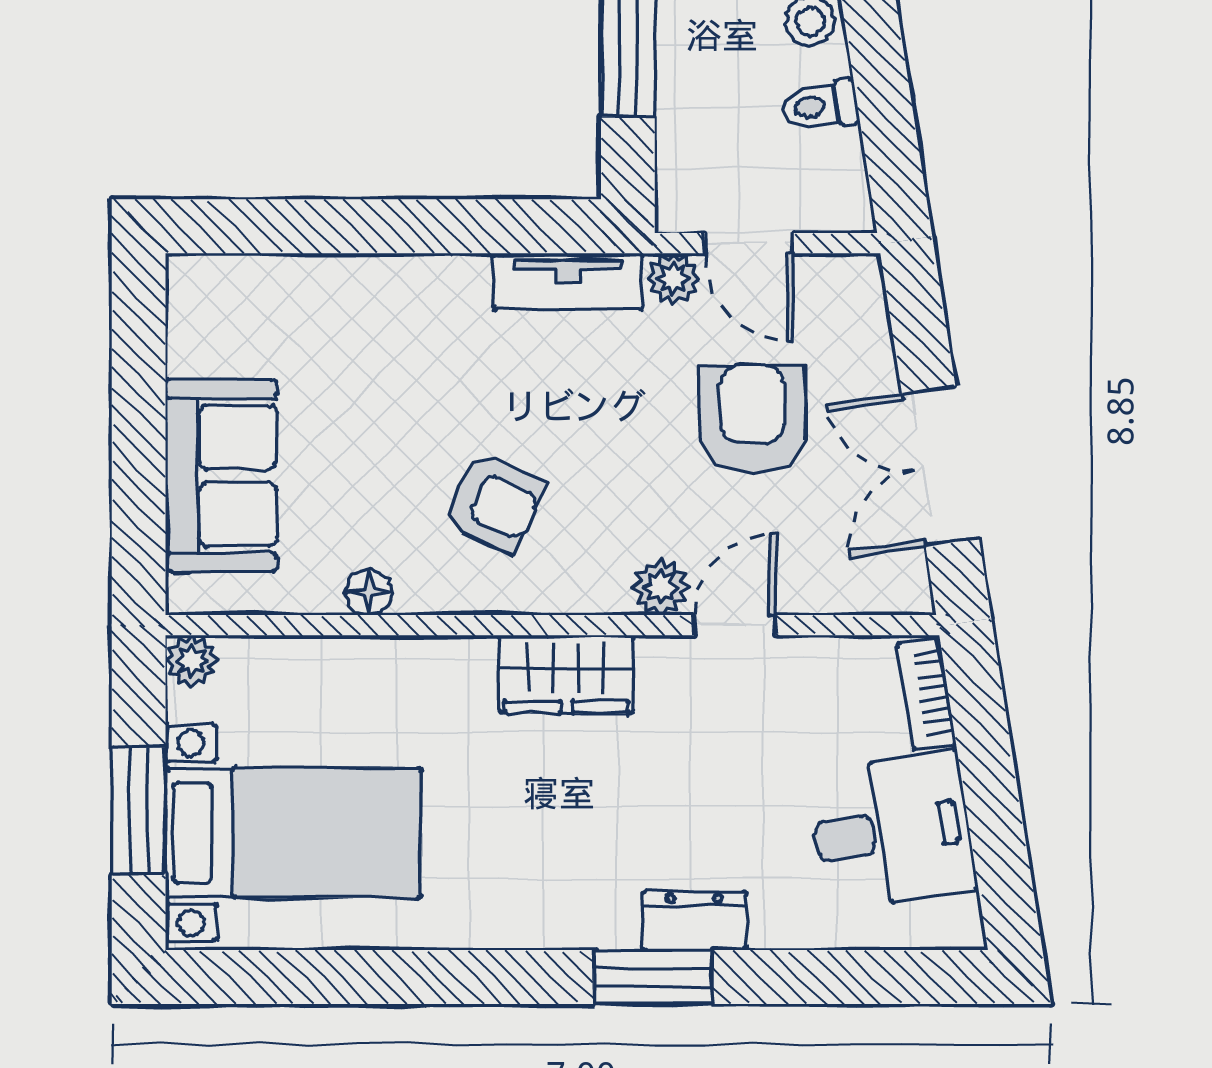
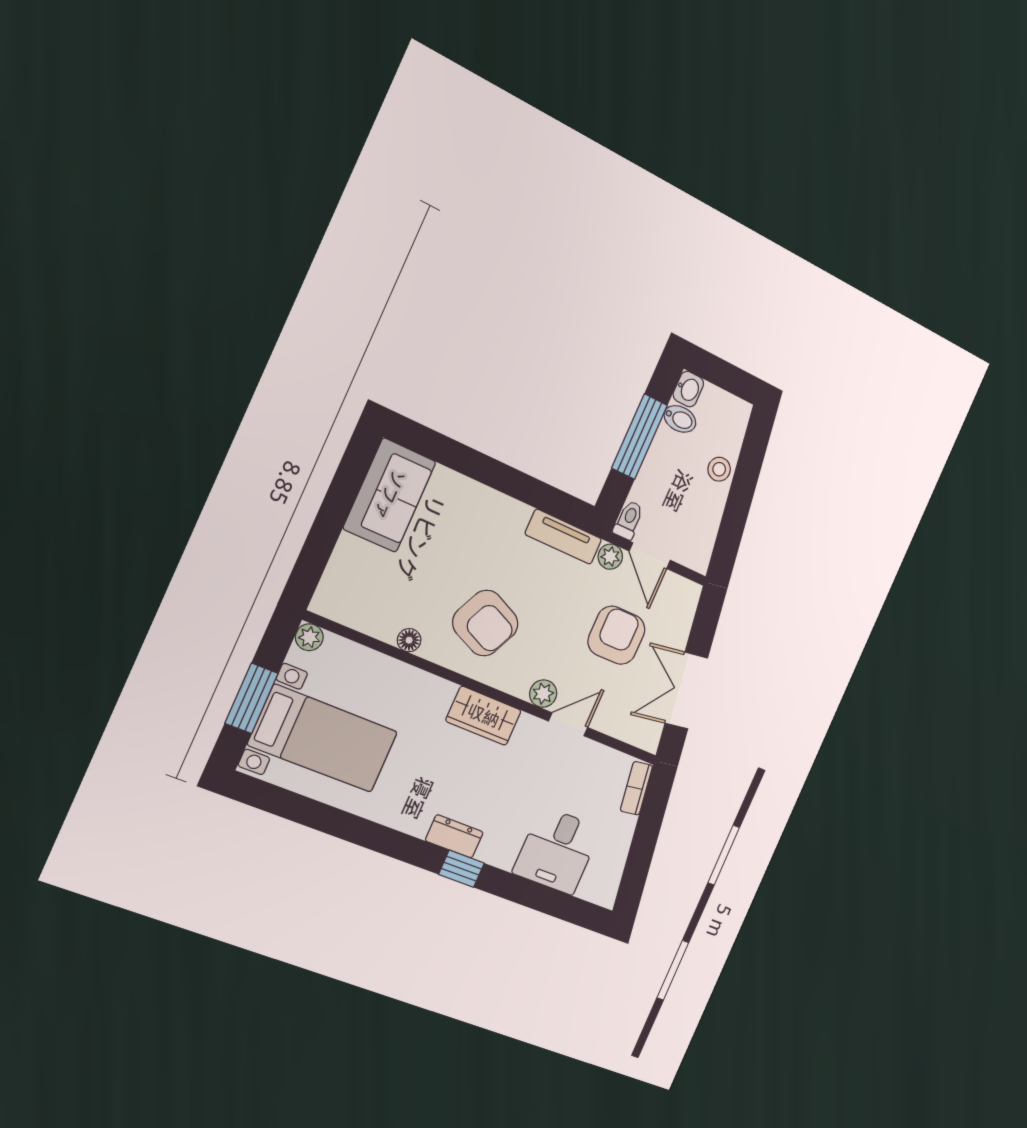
toilet: (820, 105) -> (629, 520), moved, turned 99
sofa: (221, 476) -> (389, 495), moved
armchair: (494, 503) -> (485, 623), width x1.38, depth x1.38
desk: (892, 831) -> (557, 850), moved, turned 99
dresser: (694, 921) -> (454, 836), moved
window: (653, 977) -> (461, 869), width x0.67

